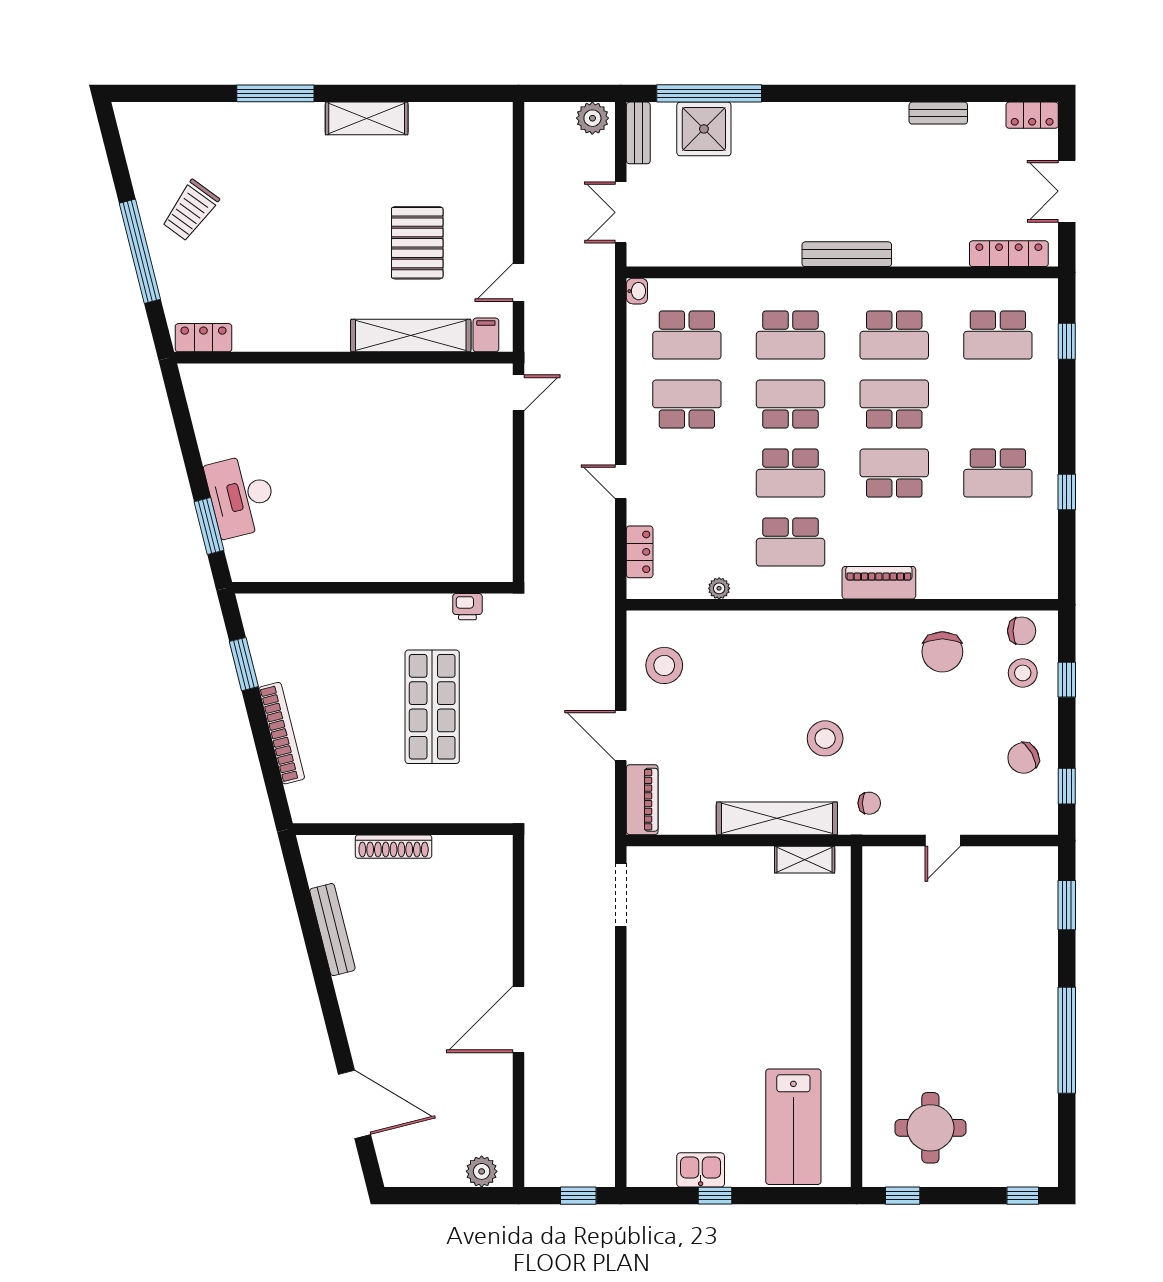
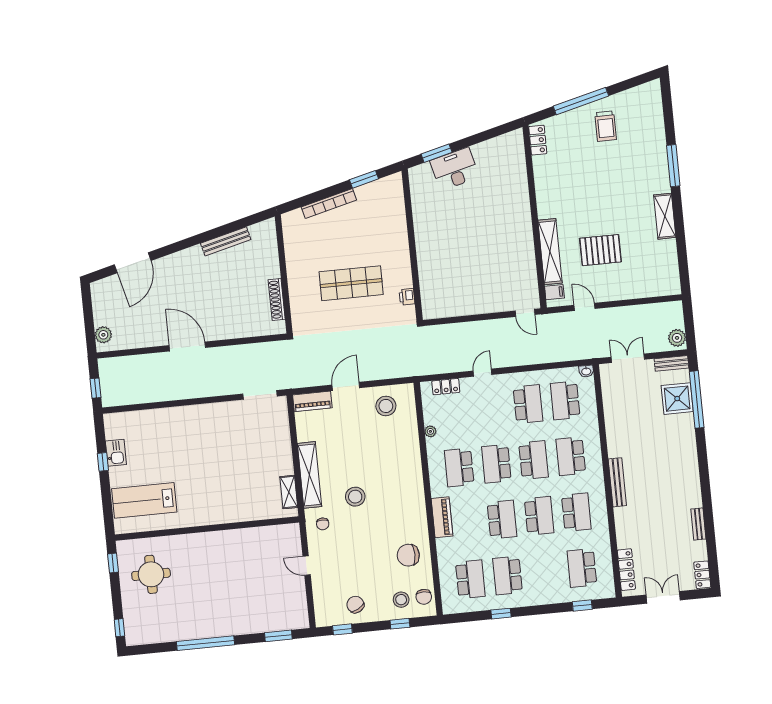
trolley: (190, 210) -> (606, 126), turned -126
school desk: (894, 335) -> (576, 512), turned 180
school desk: (998, 542) -> (470, 579), added
shoe rack: (394, 847) -> (277, 300), moved

